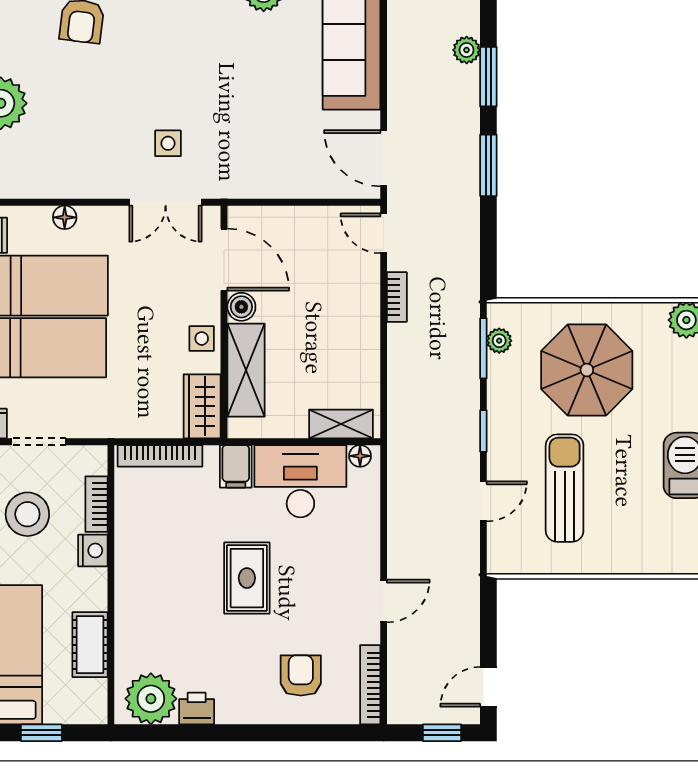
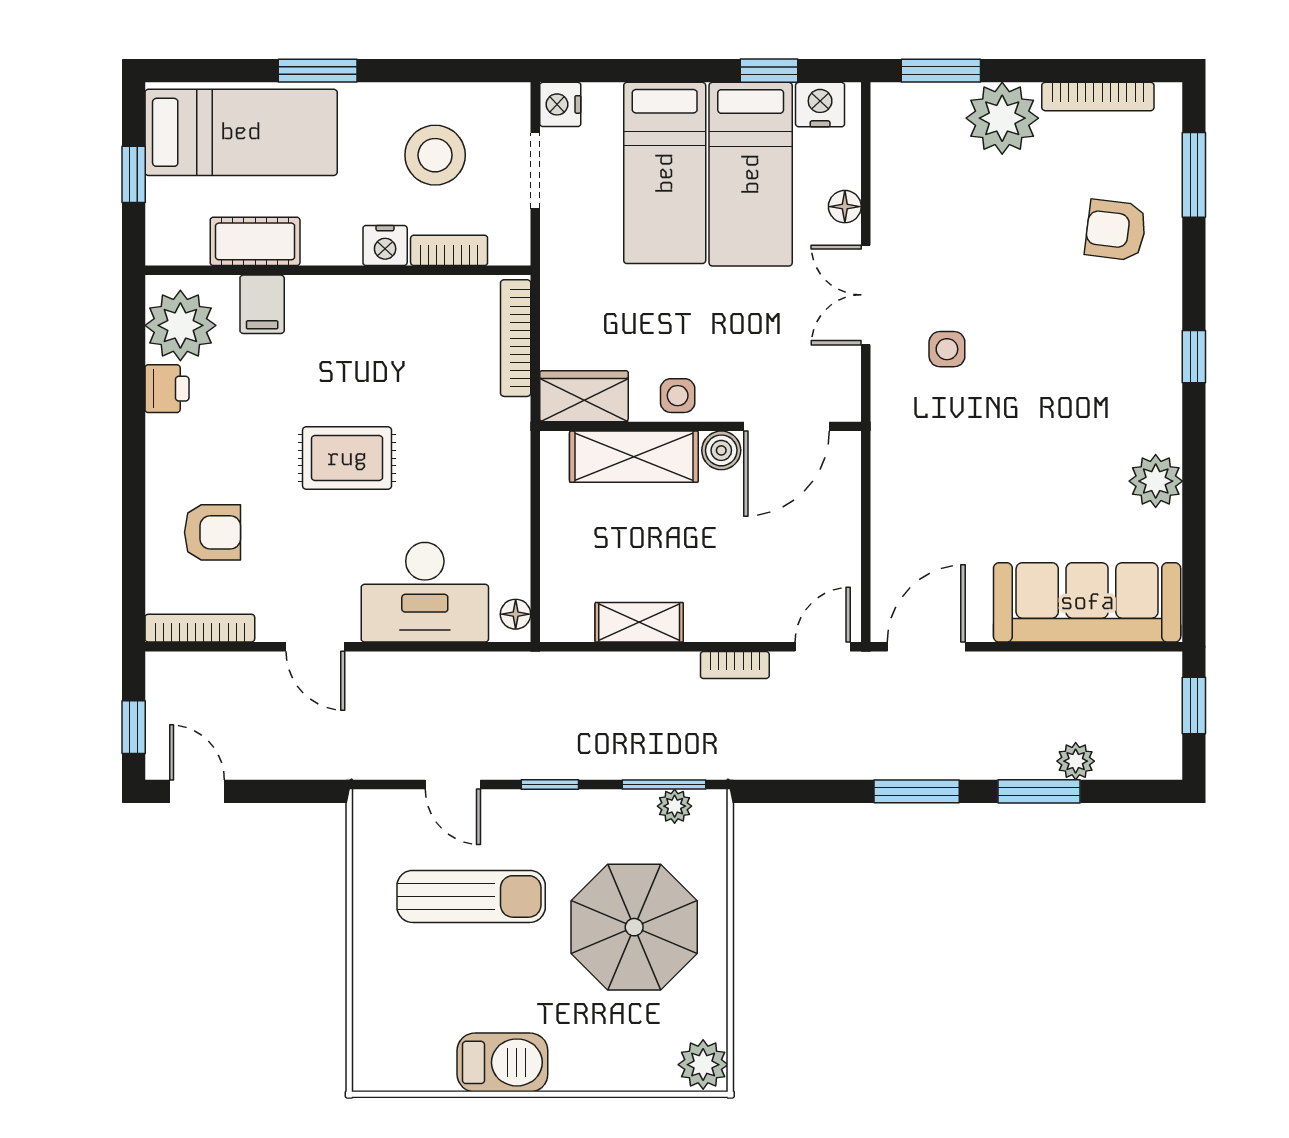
double door: (166, 202) -> (866, 295), moved
shelving: (341, 424) -> (639, 622), moved, turned 90
filing cabinet: (236, 466) -> (262, 304), moved, turned -90
desk: (300, 481) -> (425, 592), moved, turned 90

